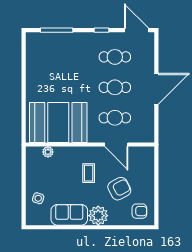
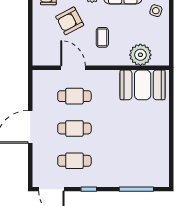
booth: (58, 122) -> (143, 85), width x0.73, depth x0.70
plant: (48, 152) -> (140, 55), width x1.87, depth x1.87

